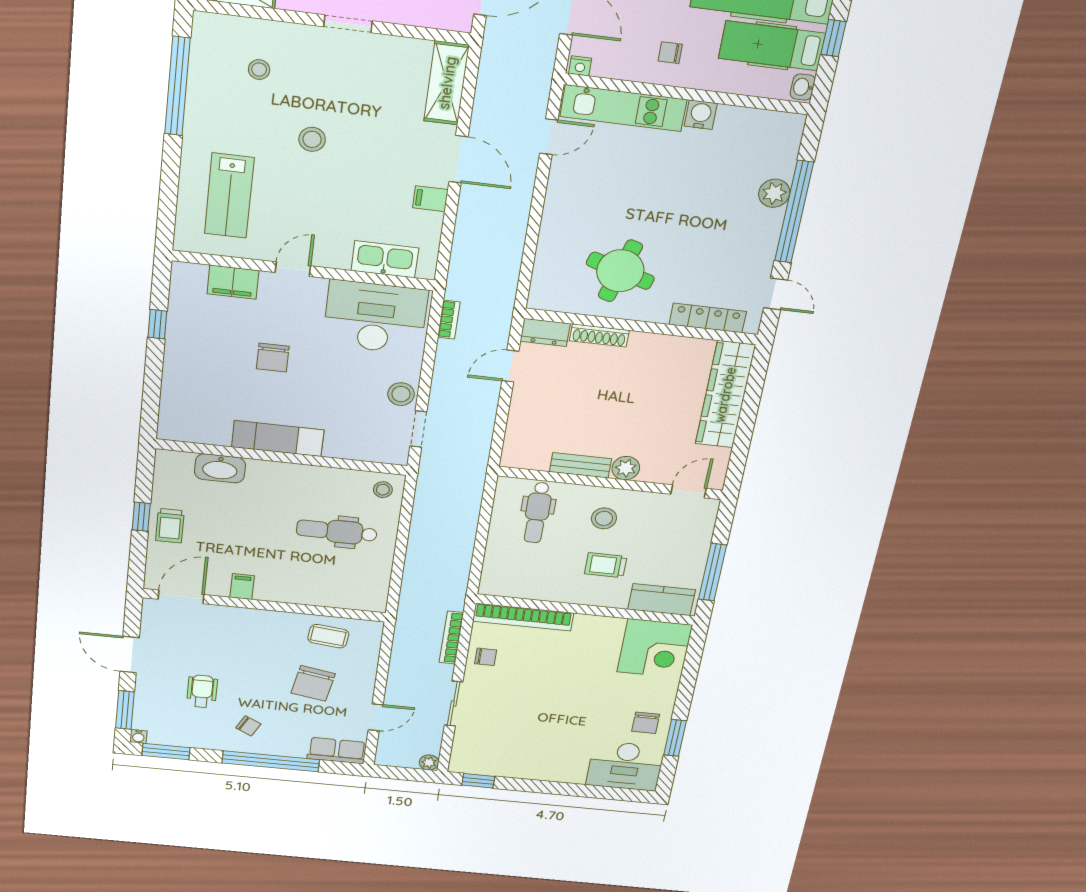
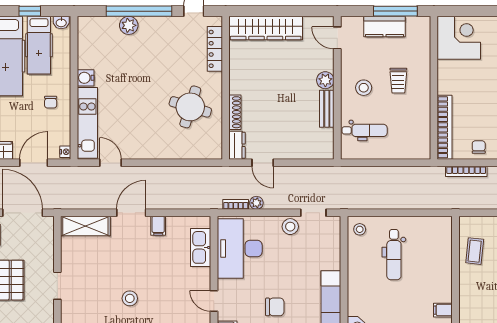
plant: (447, 350) -> (256, 203), added
kitchen counter: (662, 600) -> (384, 26), moved, turned -90

